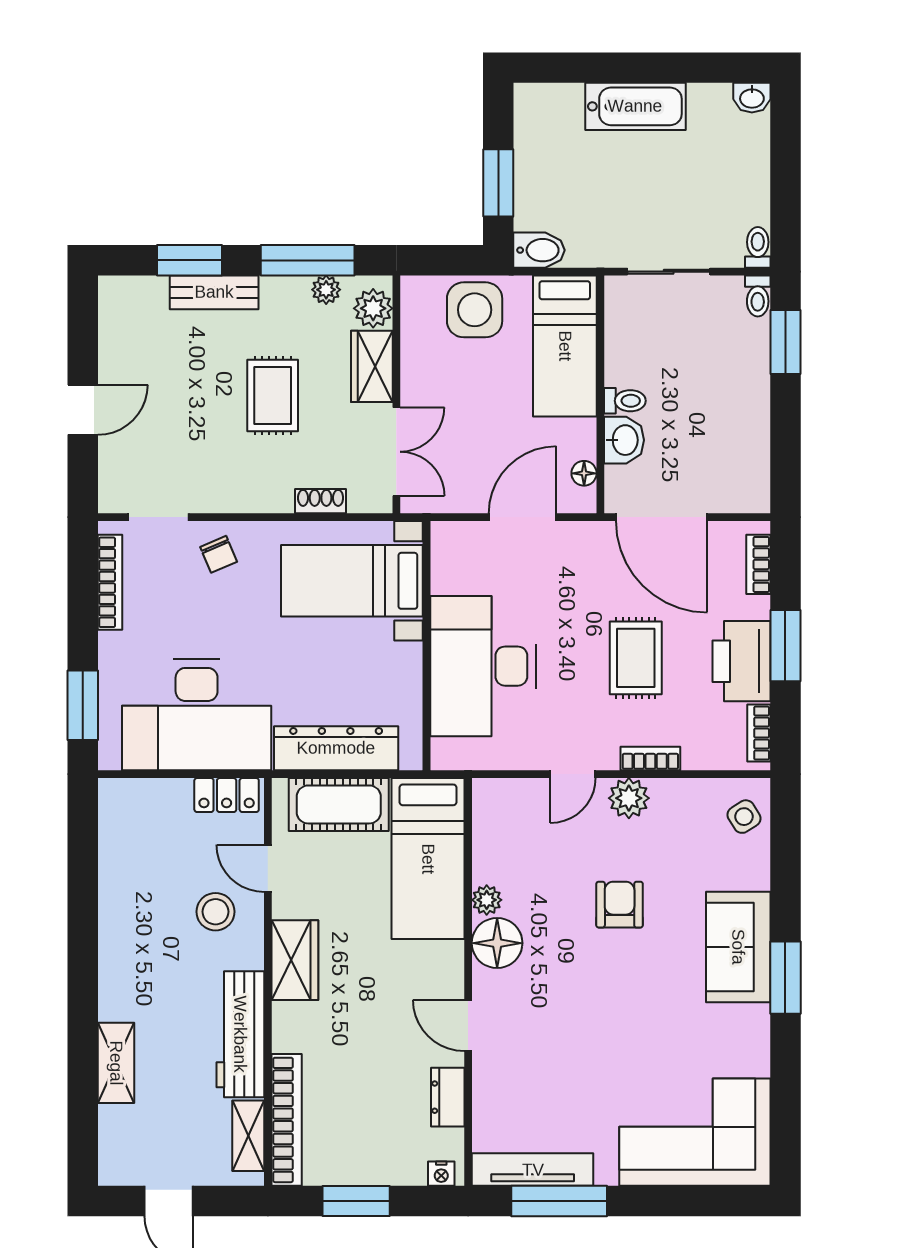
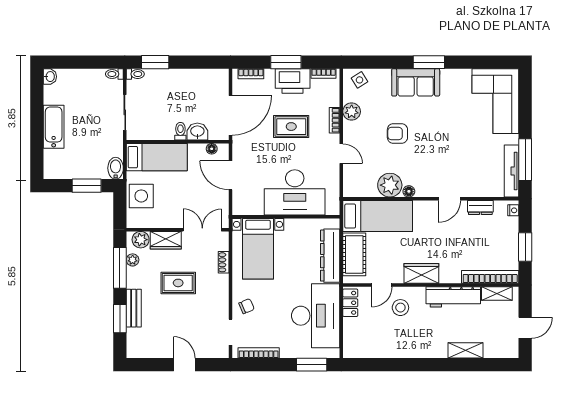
plant: (629, 798) -> (352, 112), moved
plant: (487, 900) -> (390, 185), width x1.88, depth x1.88
floor lamp: (497, 943) -> (409, 191), width x0.53, depth x0.53

